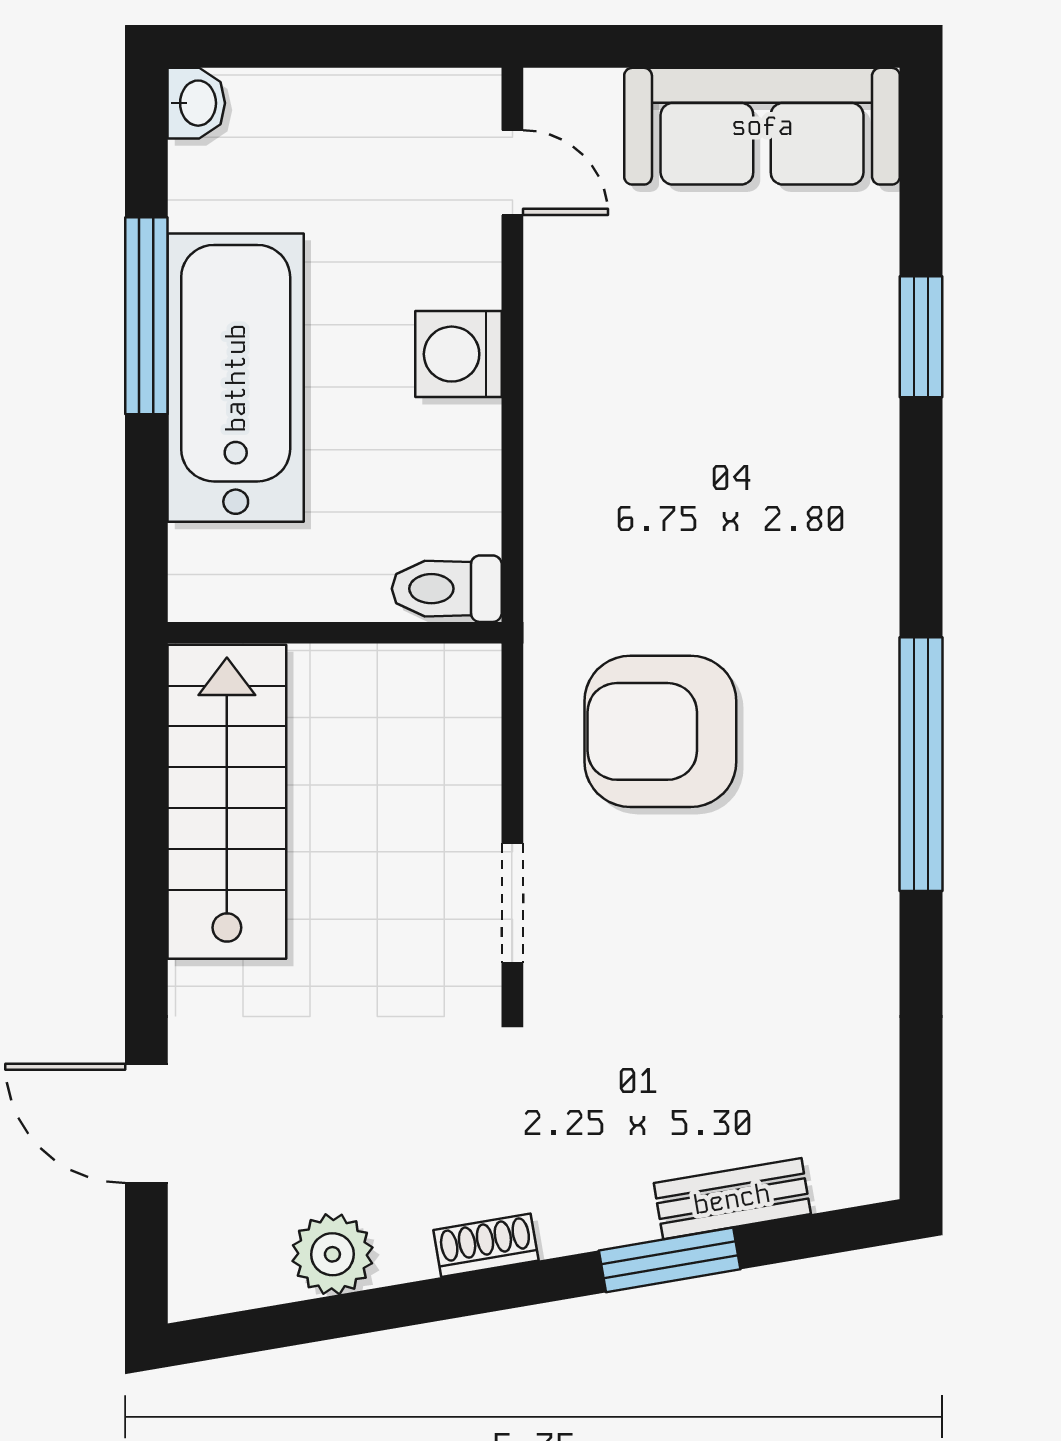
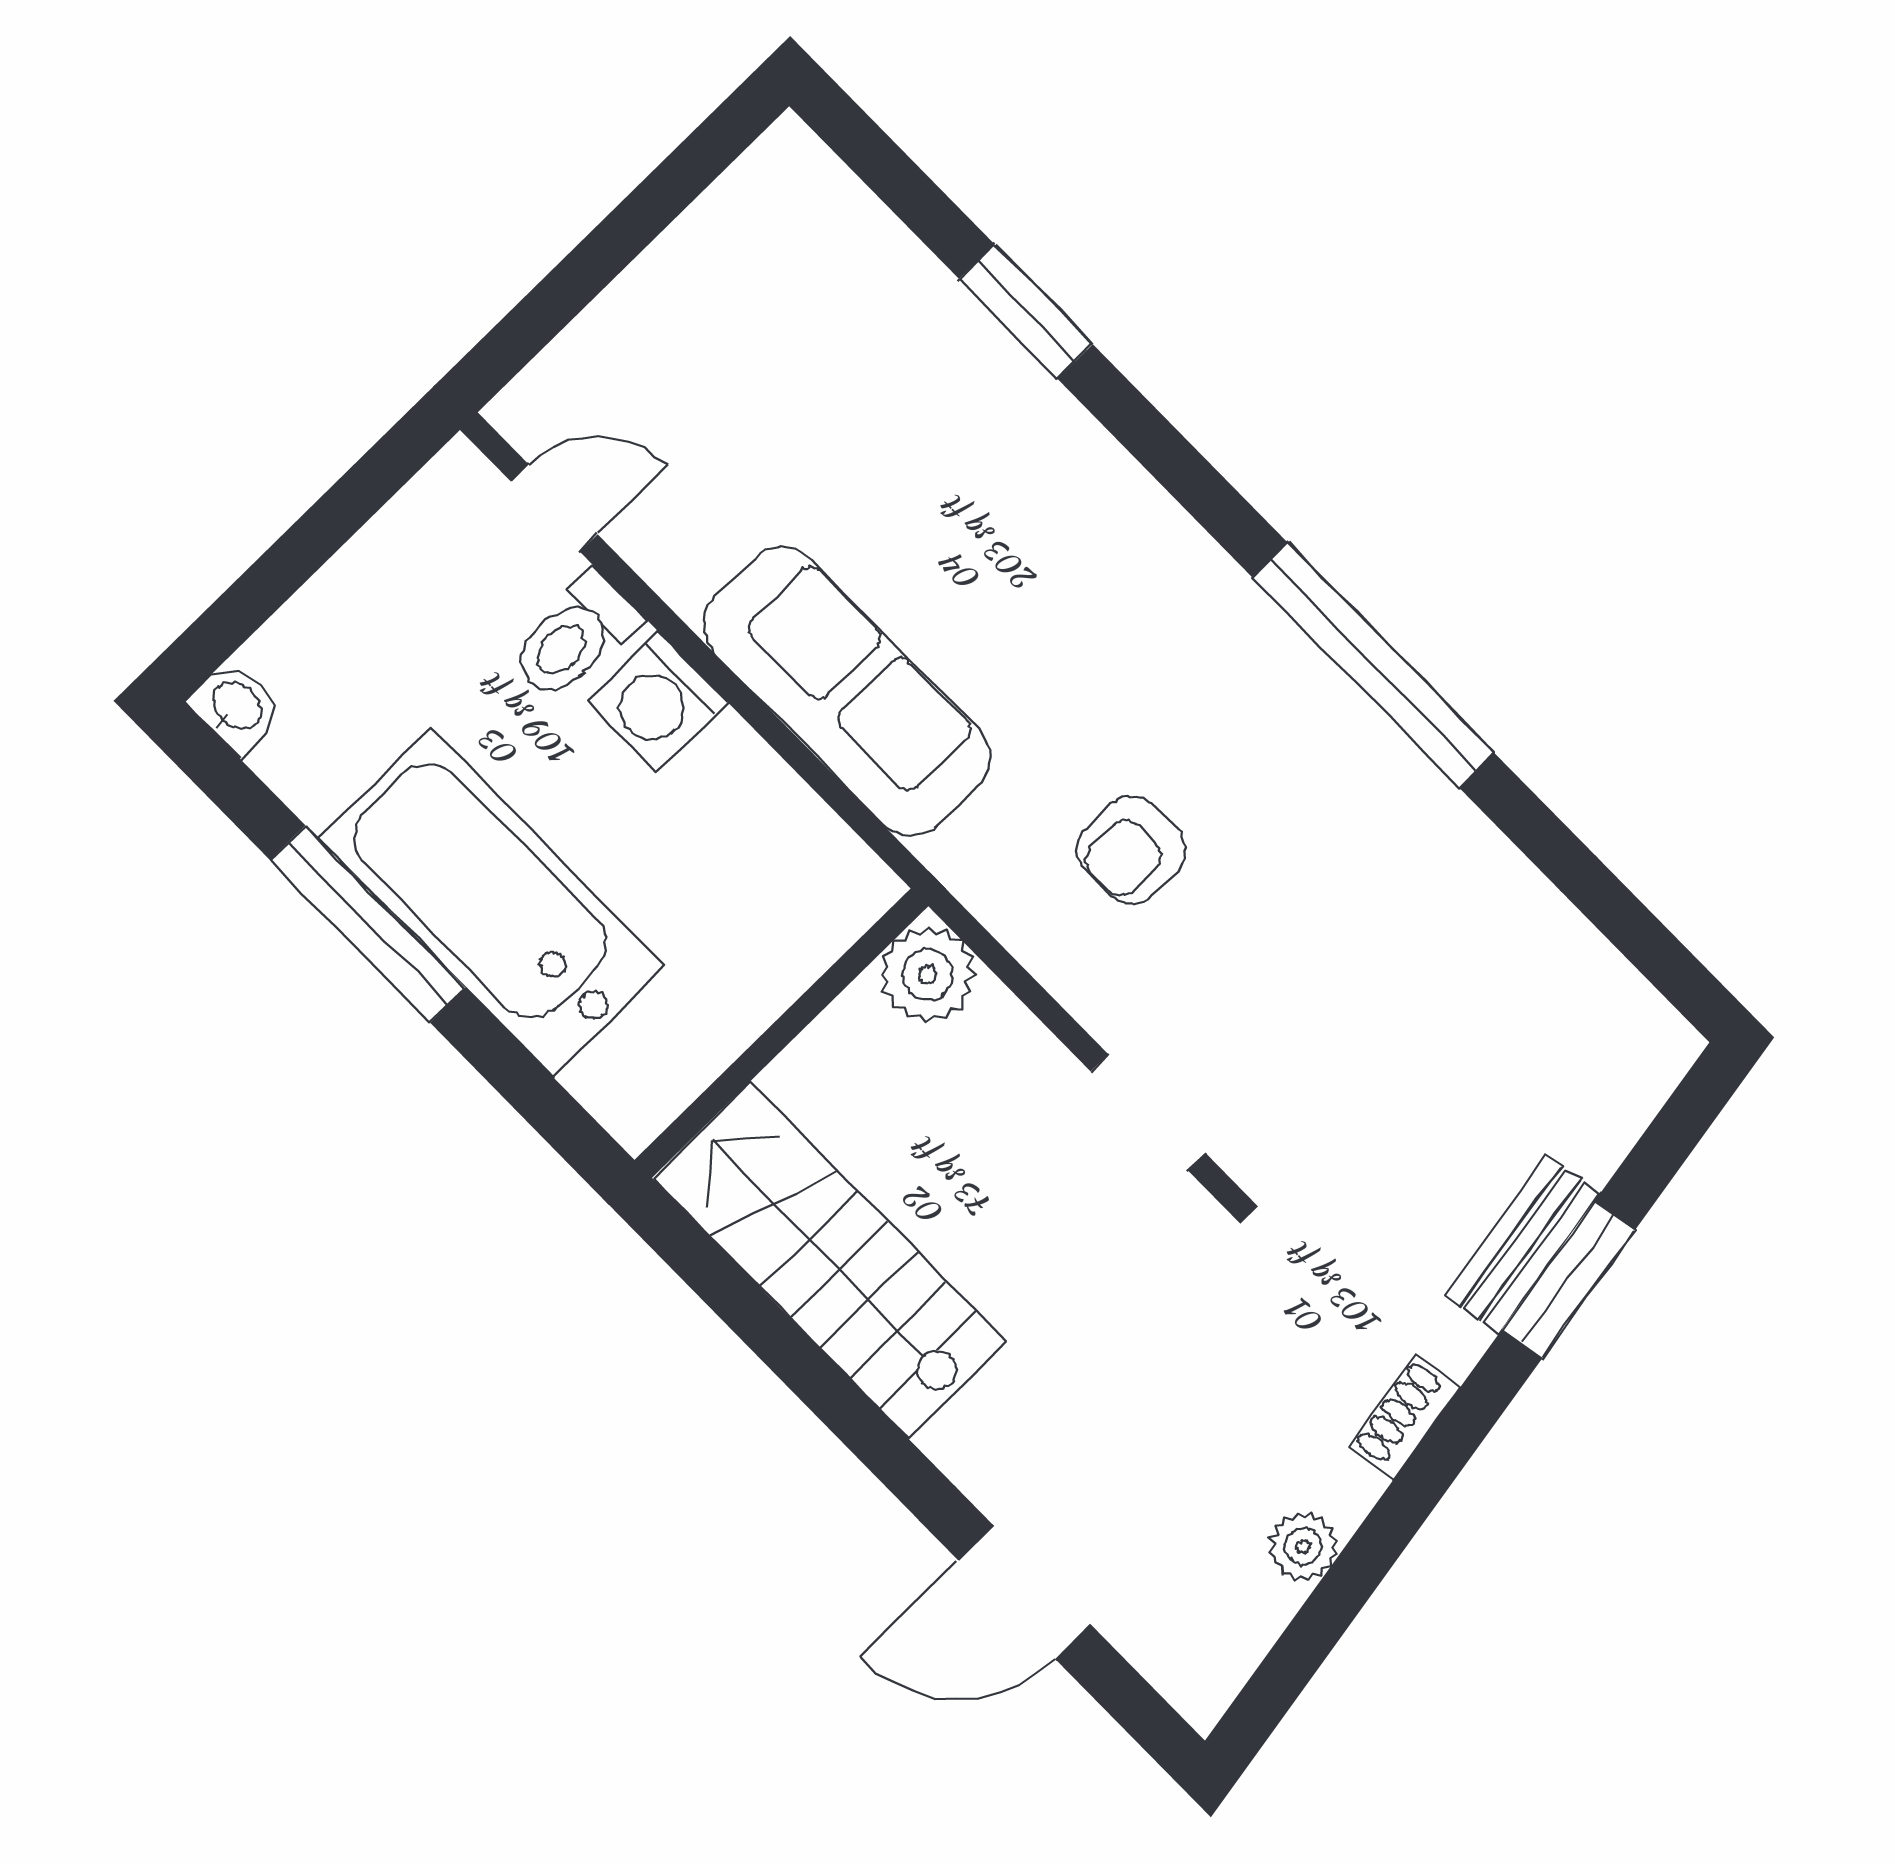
sofa: (762, 126) -> (847, 691), moved, turned -90
toilet: (447, 589) -> (574, 637), moved
plant: (460, 685) -> (928, 975), added
armchair: (660, 731) -> (1131, 850), width x0.53, depth x0.53
bench: (732, 1199) -> (1523, 1244), moved
plant: (332, 1254) -> (1303, 1546), width x0.73, depth x0.73

